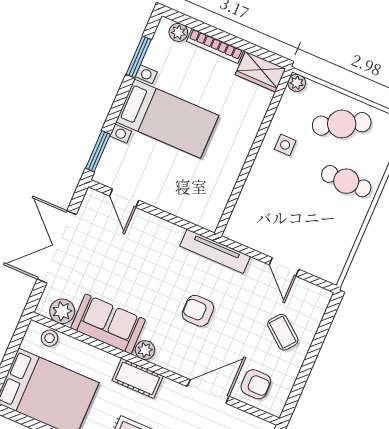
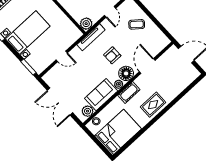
door: (124, 198) -> (62, 56), moved
plant: (239, 229) -> (86, 24), added
door: (284, 267) -> (110, 12), hinge flipped
floor lamp: (174, 355) -> (126, 73), added
armchair: (256, 384) -> (153, 45), removed

